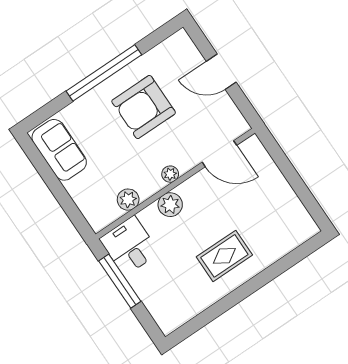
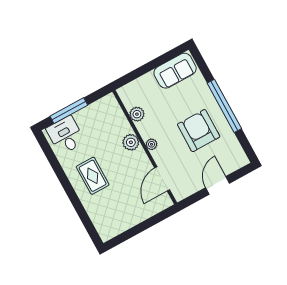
desk: (129, 246) -> (66, 135), moved, turned -90
window: (120, 281) -> (69, 111), moved

